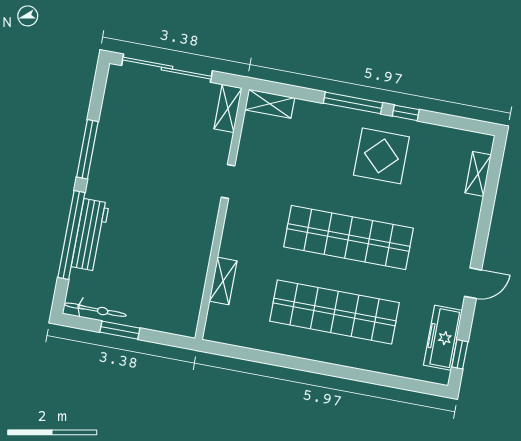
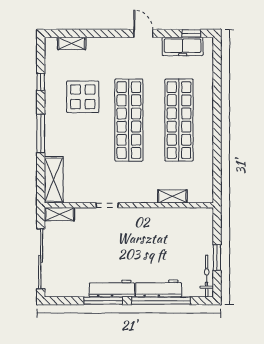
shelving: (270, 104) -> (54, 180), width x1.50, depth x1.33
window: (406, 113) -> (41, 82), moved
display table: (381, 156) -> (83, 97), moved
workbench: (103, 166) -> (112, 289), added

